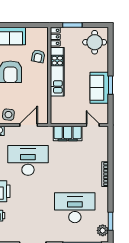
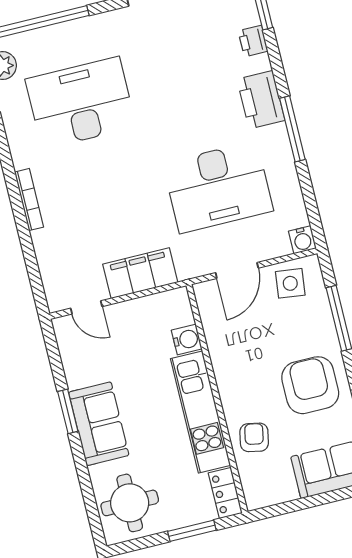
sofa: (99, 88) -> (99, 424), moved
water cooler: (56, 102) -> (187, 339), added
desk: (75, 208) -> (81, 103), turned 180

